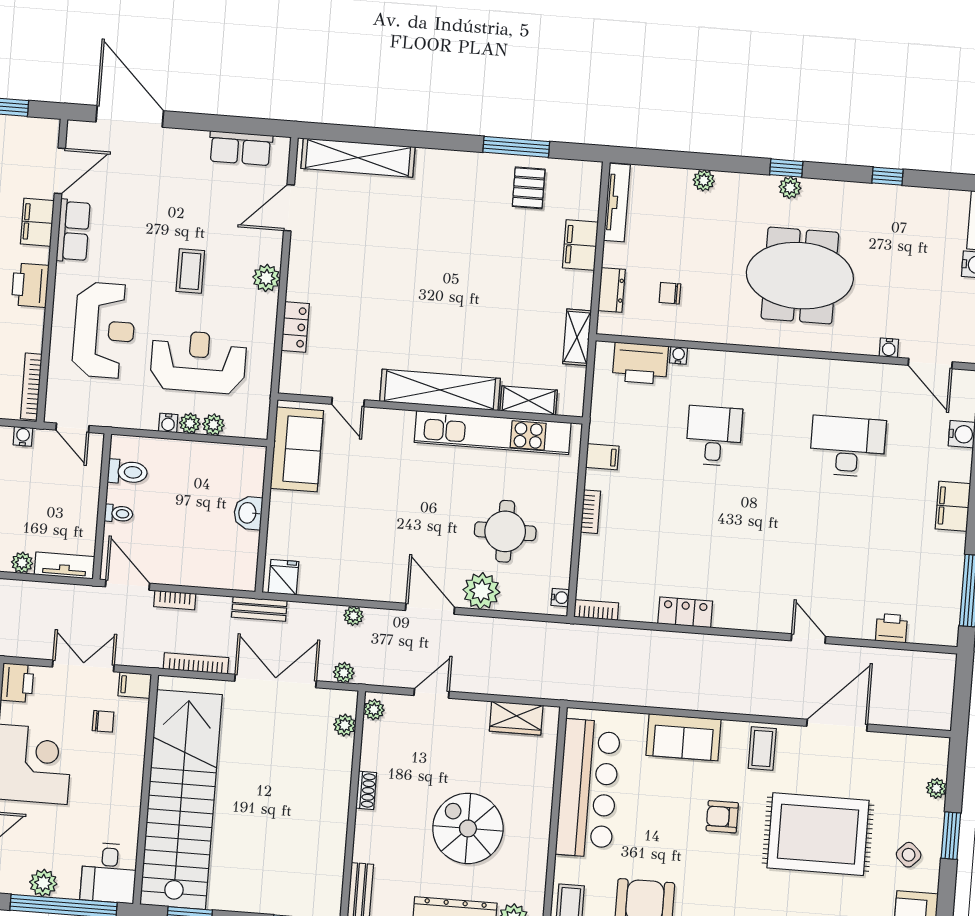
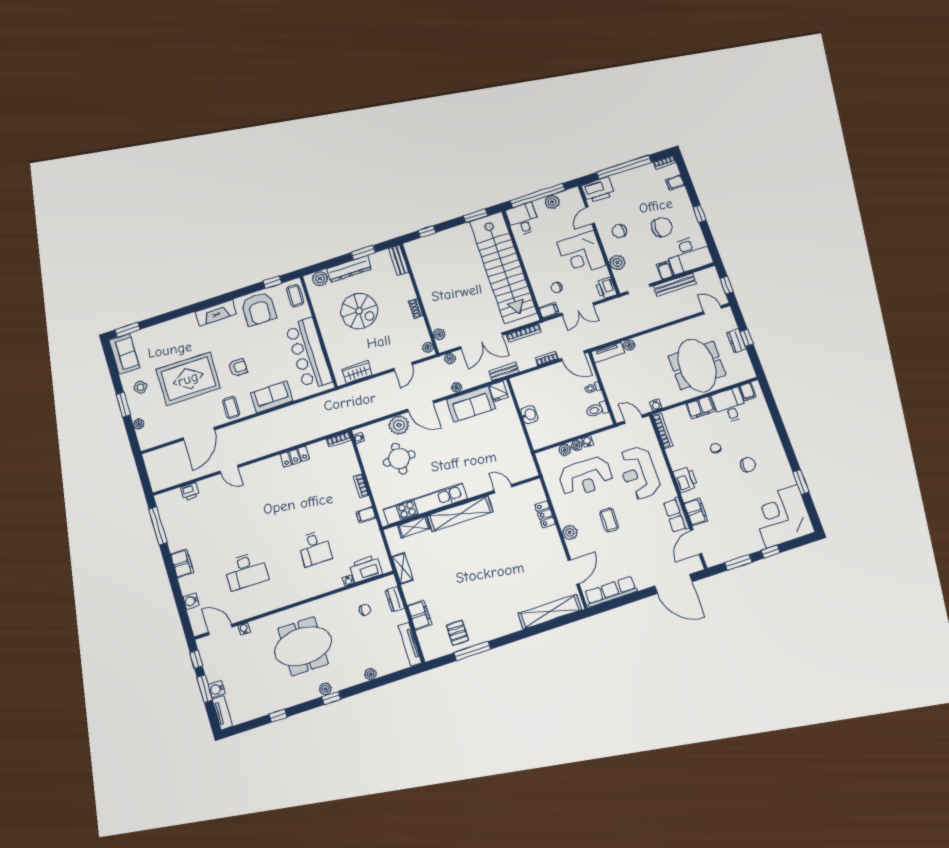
row of seats: (241, 148) -> (611, 592), width x1.48
sofa: (297, 449) -> (471, 404), moved, turned -90

